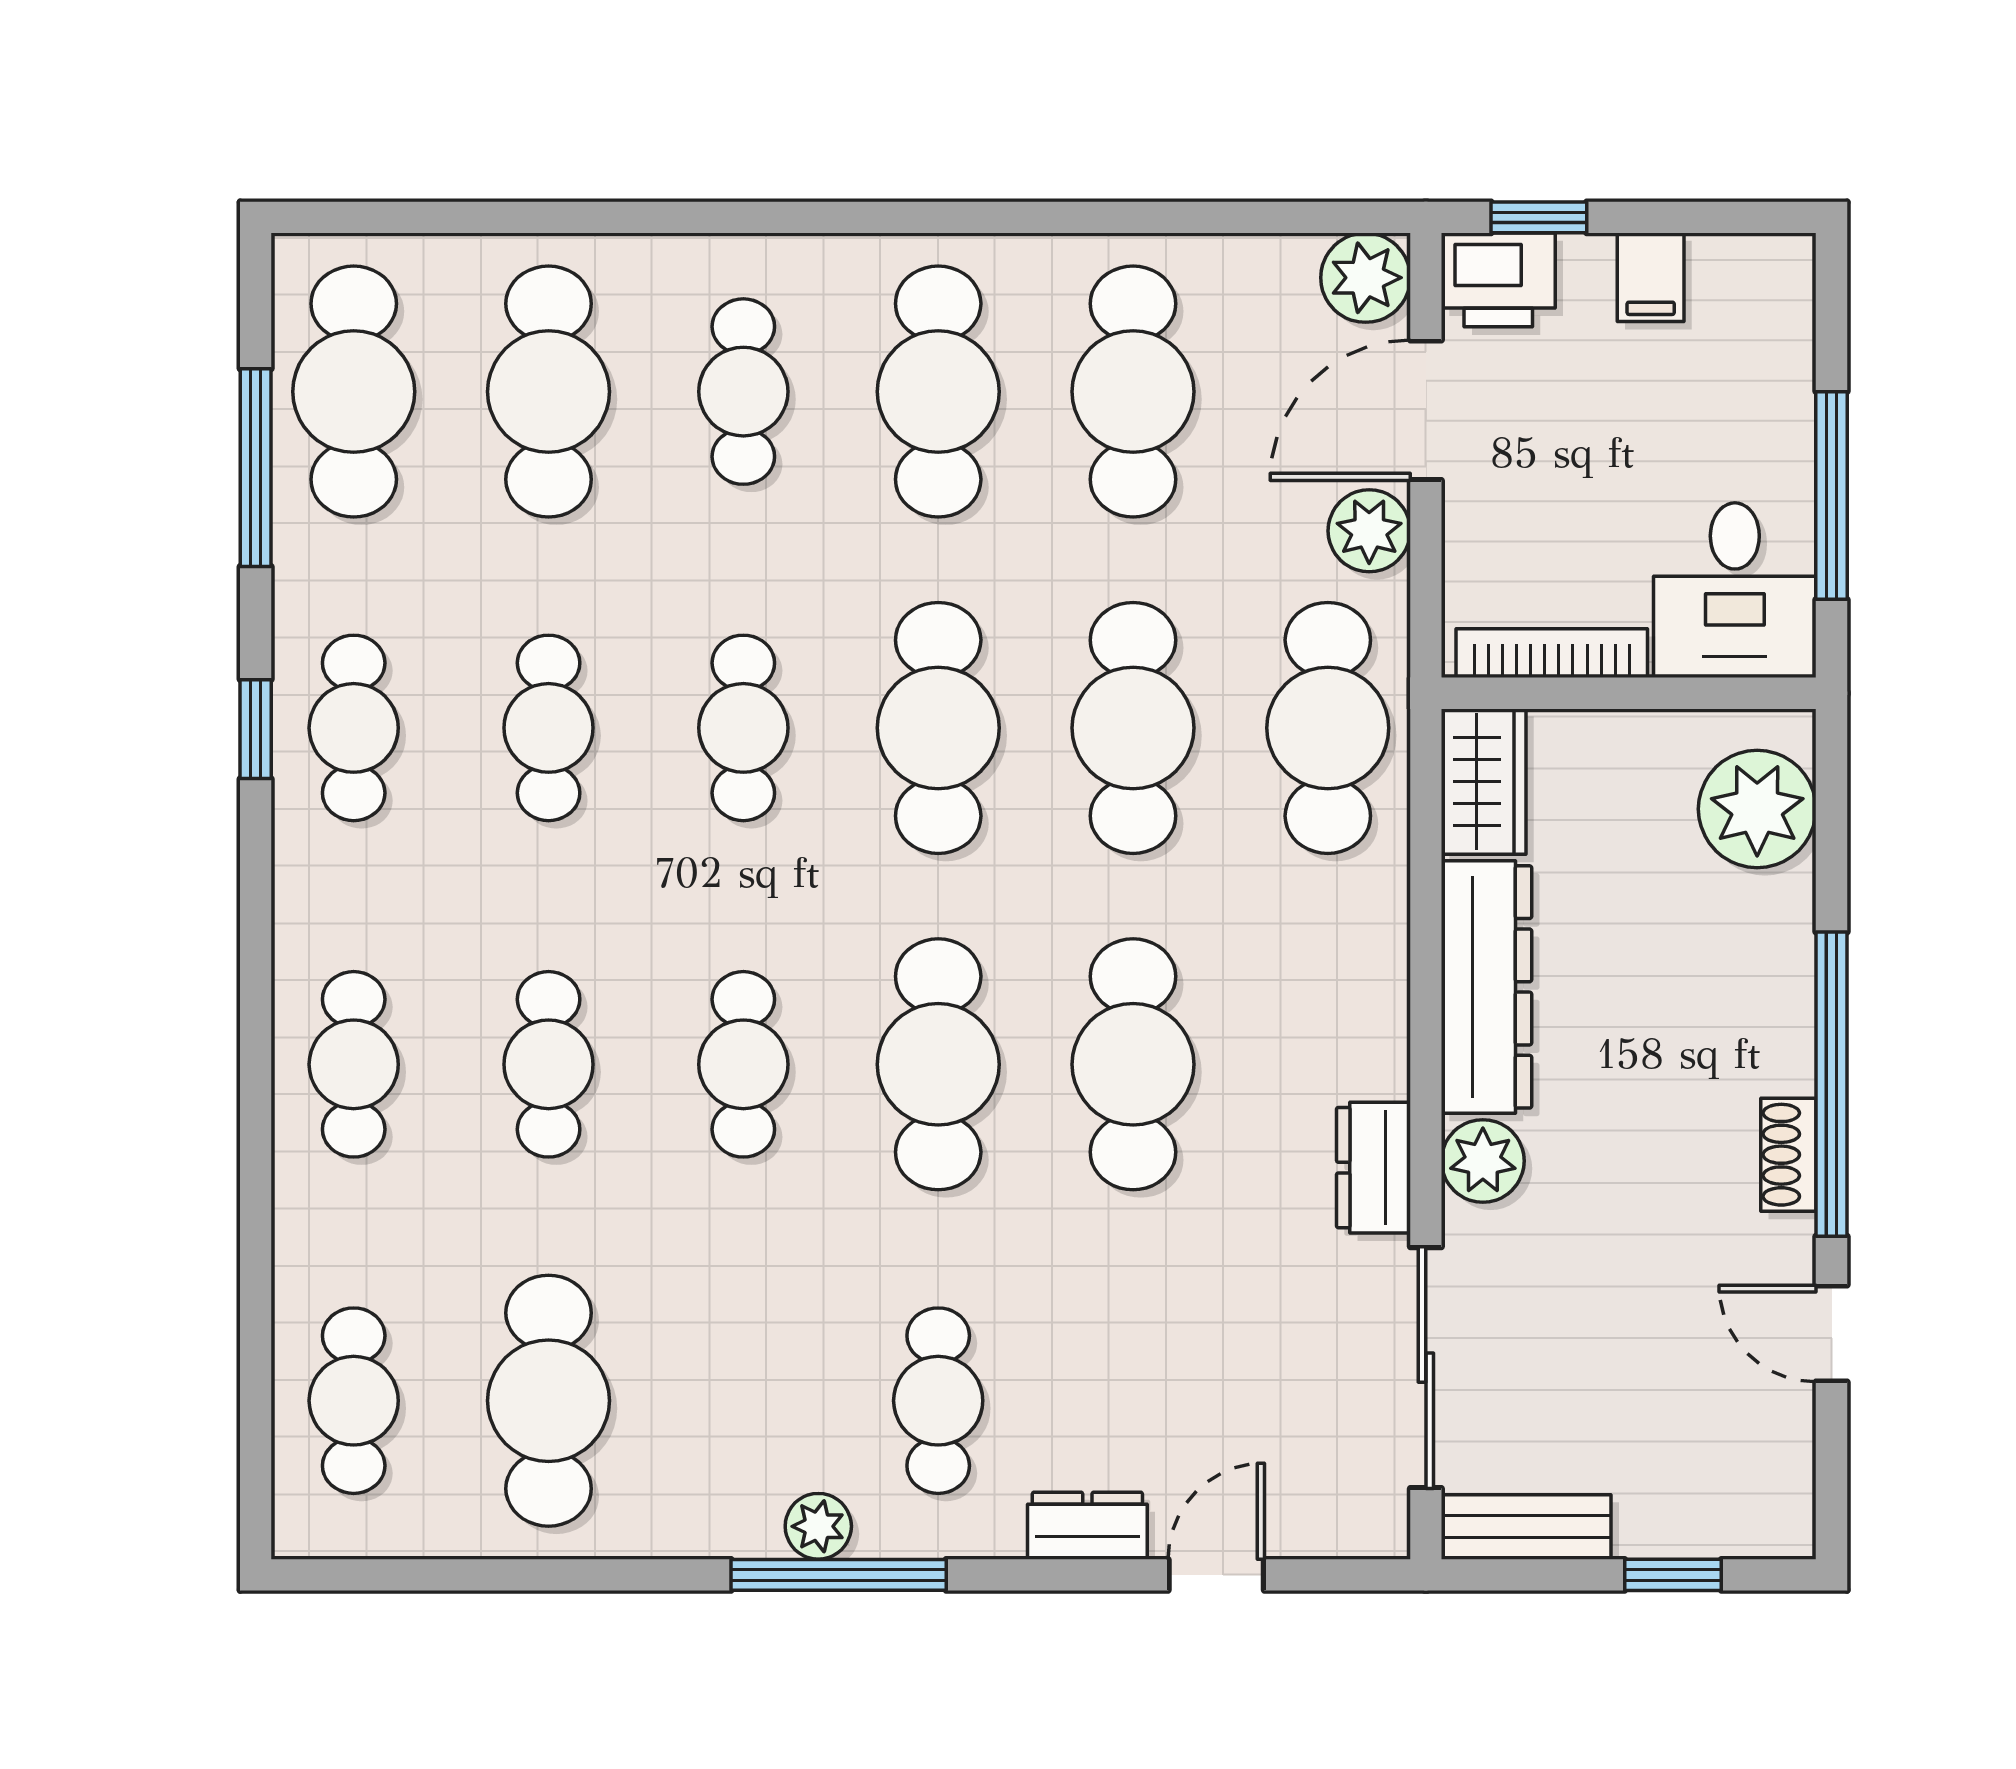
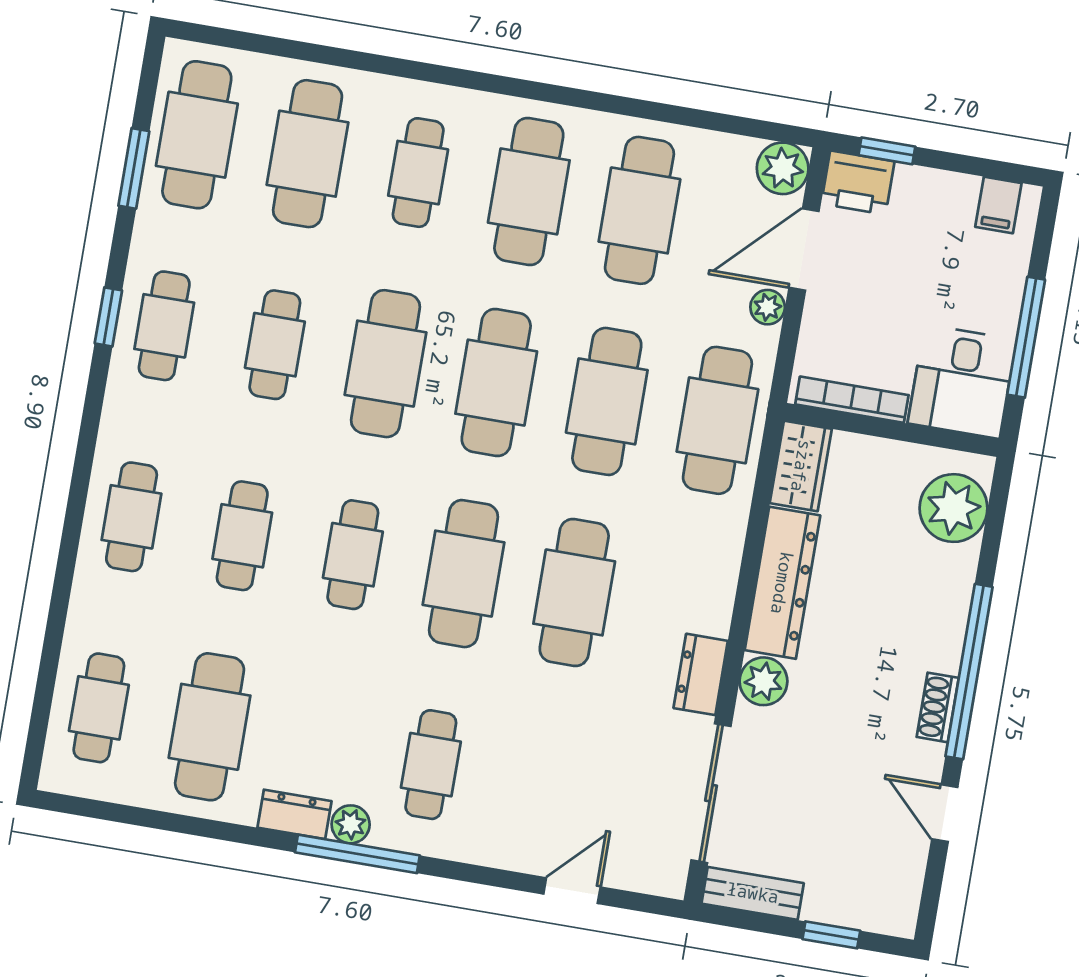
filing cabinet: (1651, 277) -> (998, 205), moved
window: (256, 468) -> (134, 168), width x0.69
plant: (1369, 531) -> (768, 307), width x0.73, depth x0.73
cafe table: (743, 728) -> (386, 364), width x1.37, depth x1.35
dresser: (1087, 1526) -> (294, 814), moved

